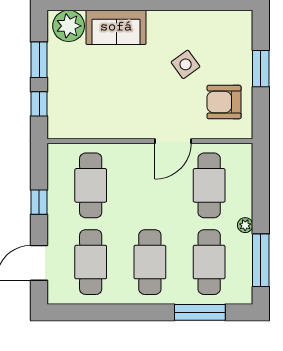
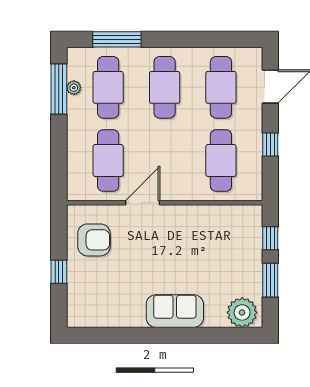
sofa: (116, 27) -> (175, 311), moved
side table: (186, 64) -> (131, 276), removed
window: (261, 69) -> (59, 272), width x0.67
plant: (245, 225) -> (74, 88), moved

